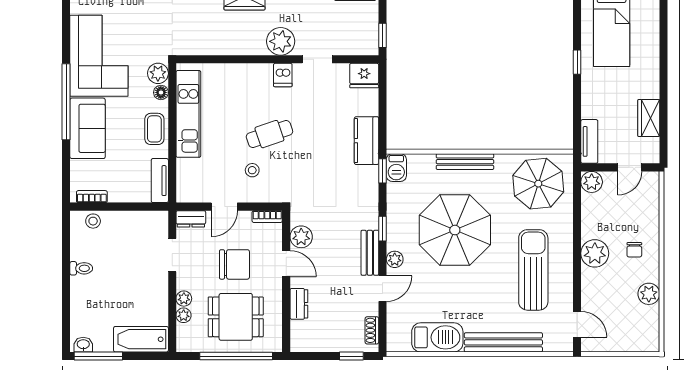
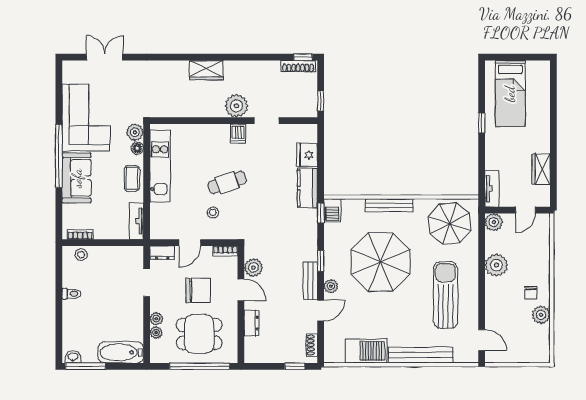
fridge: (364, 76) -> (307, 155), moved, turned 90
chair: (634, 250) -> (531, 293), moved
plant: (595, 253) -> (496, 265), moved

